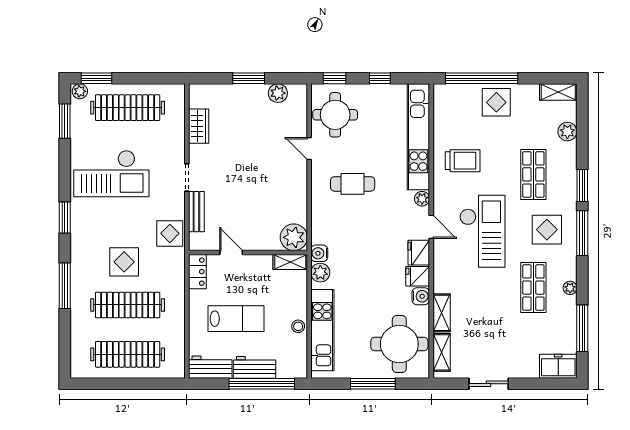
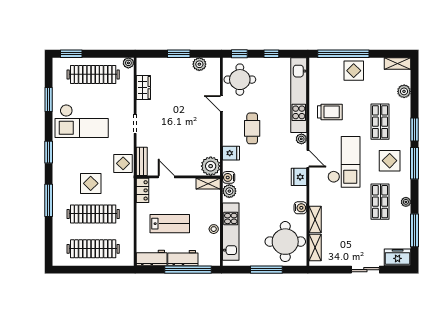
plant: (80, 91) -> (128, 63), moved
window: (65, 121) -> (49, 100), moved
cafe table: (353, 184) -> (252, 128), turned 90
bench: (196, 212) -> (142, 161), moved
fridge: (418, 276) -> (231, 153), moved, turned 180
sliding door: (489, 384) -> (365, 270), moved

